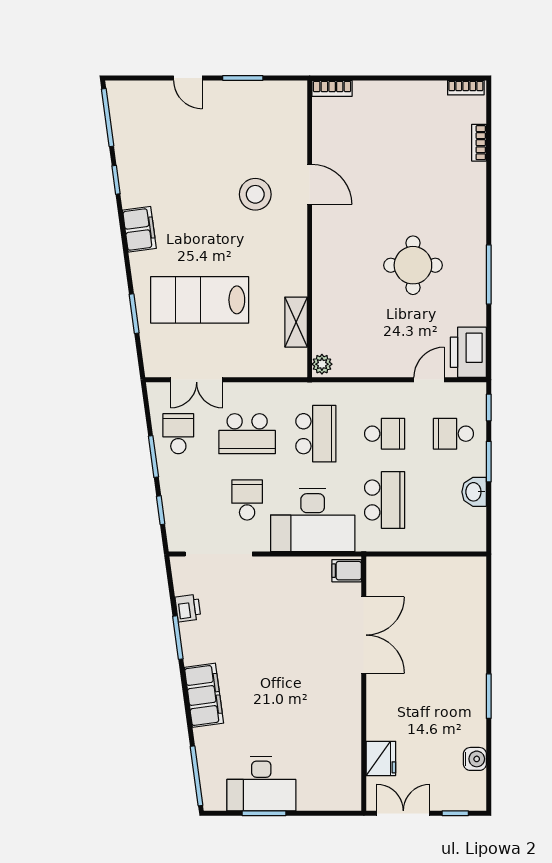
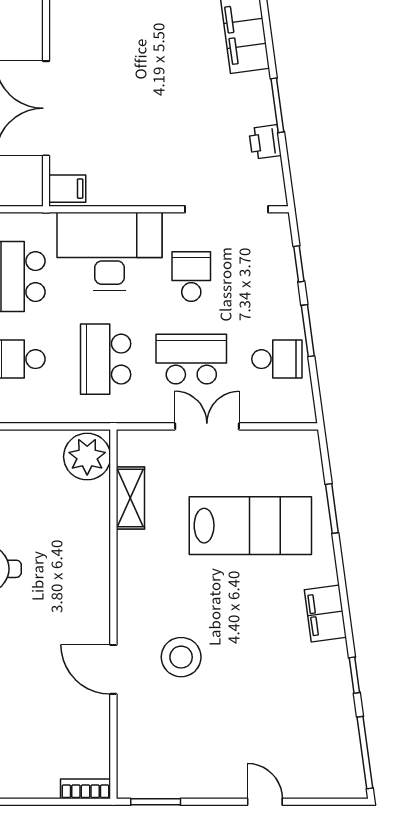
window: (243, 78) -> (156, 802), moved
plant: (322, 364) -> (87, 457), width x1.88, depth x1.88
double door: (197, 380) -> (207, 426), moved
school desk: (178, 434) -> (277, 359), turned -90
school desk: (247, 500) -> (191, 277), turned 180

